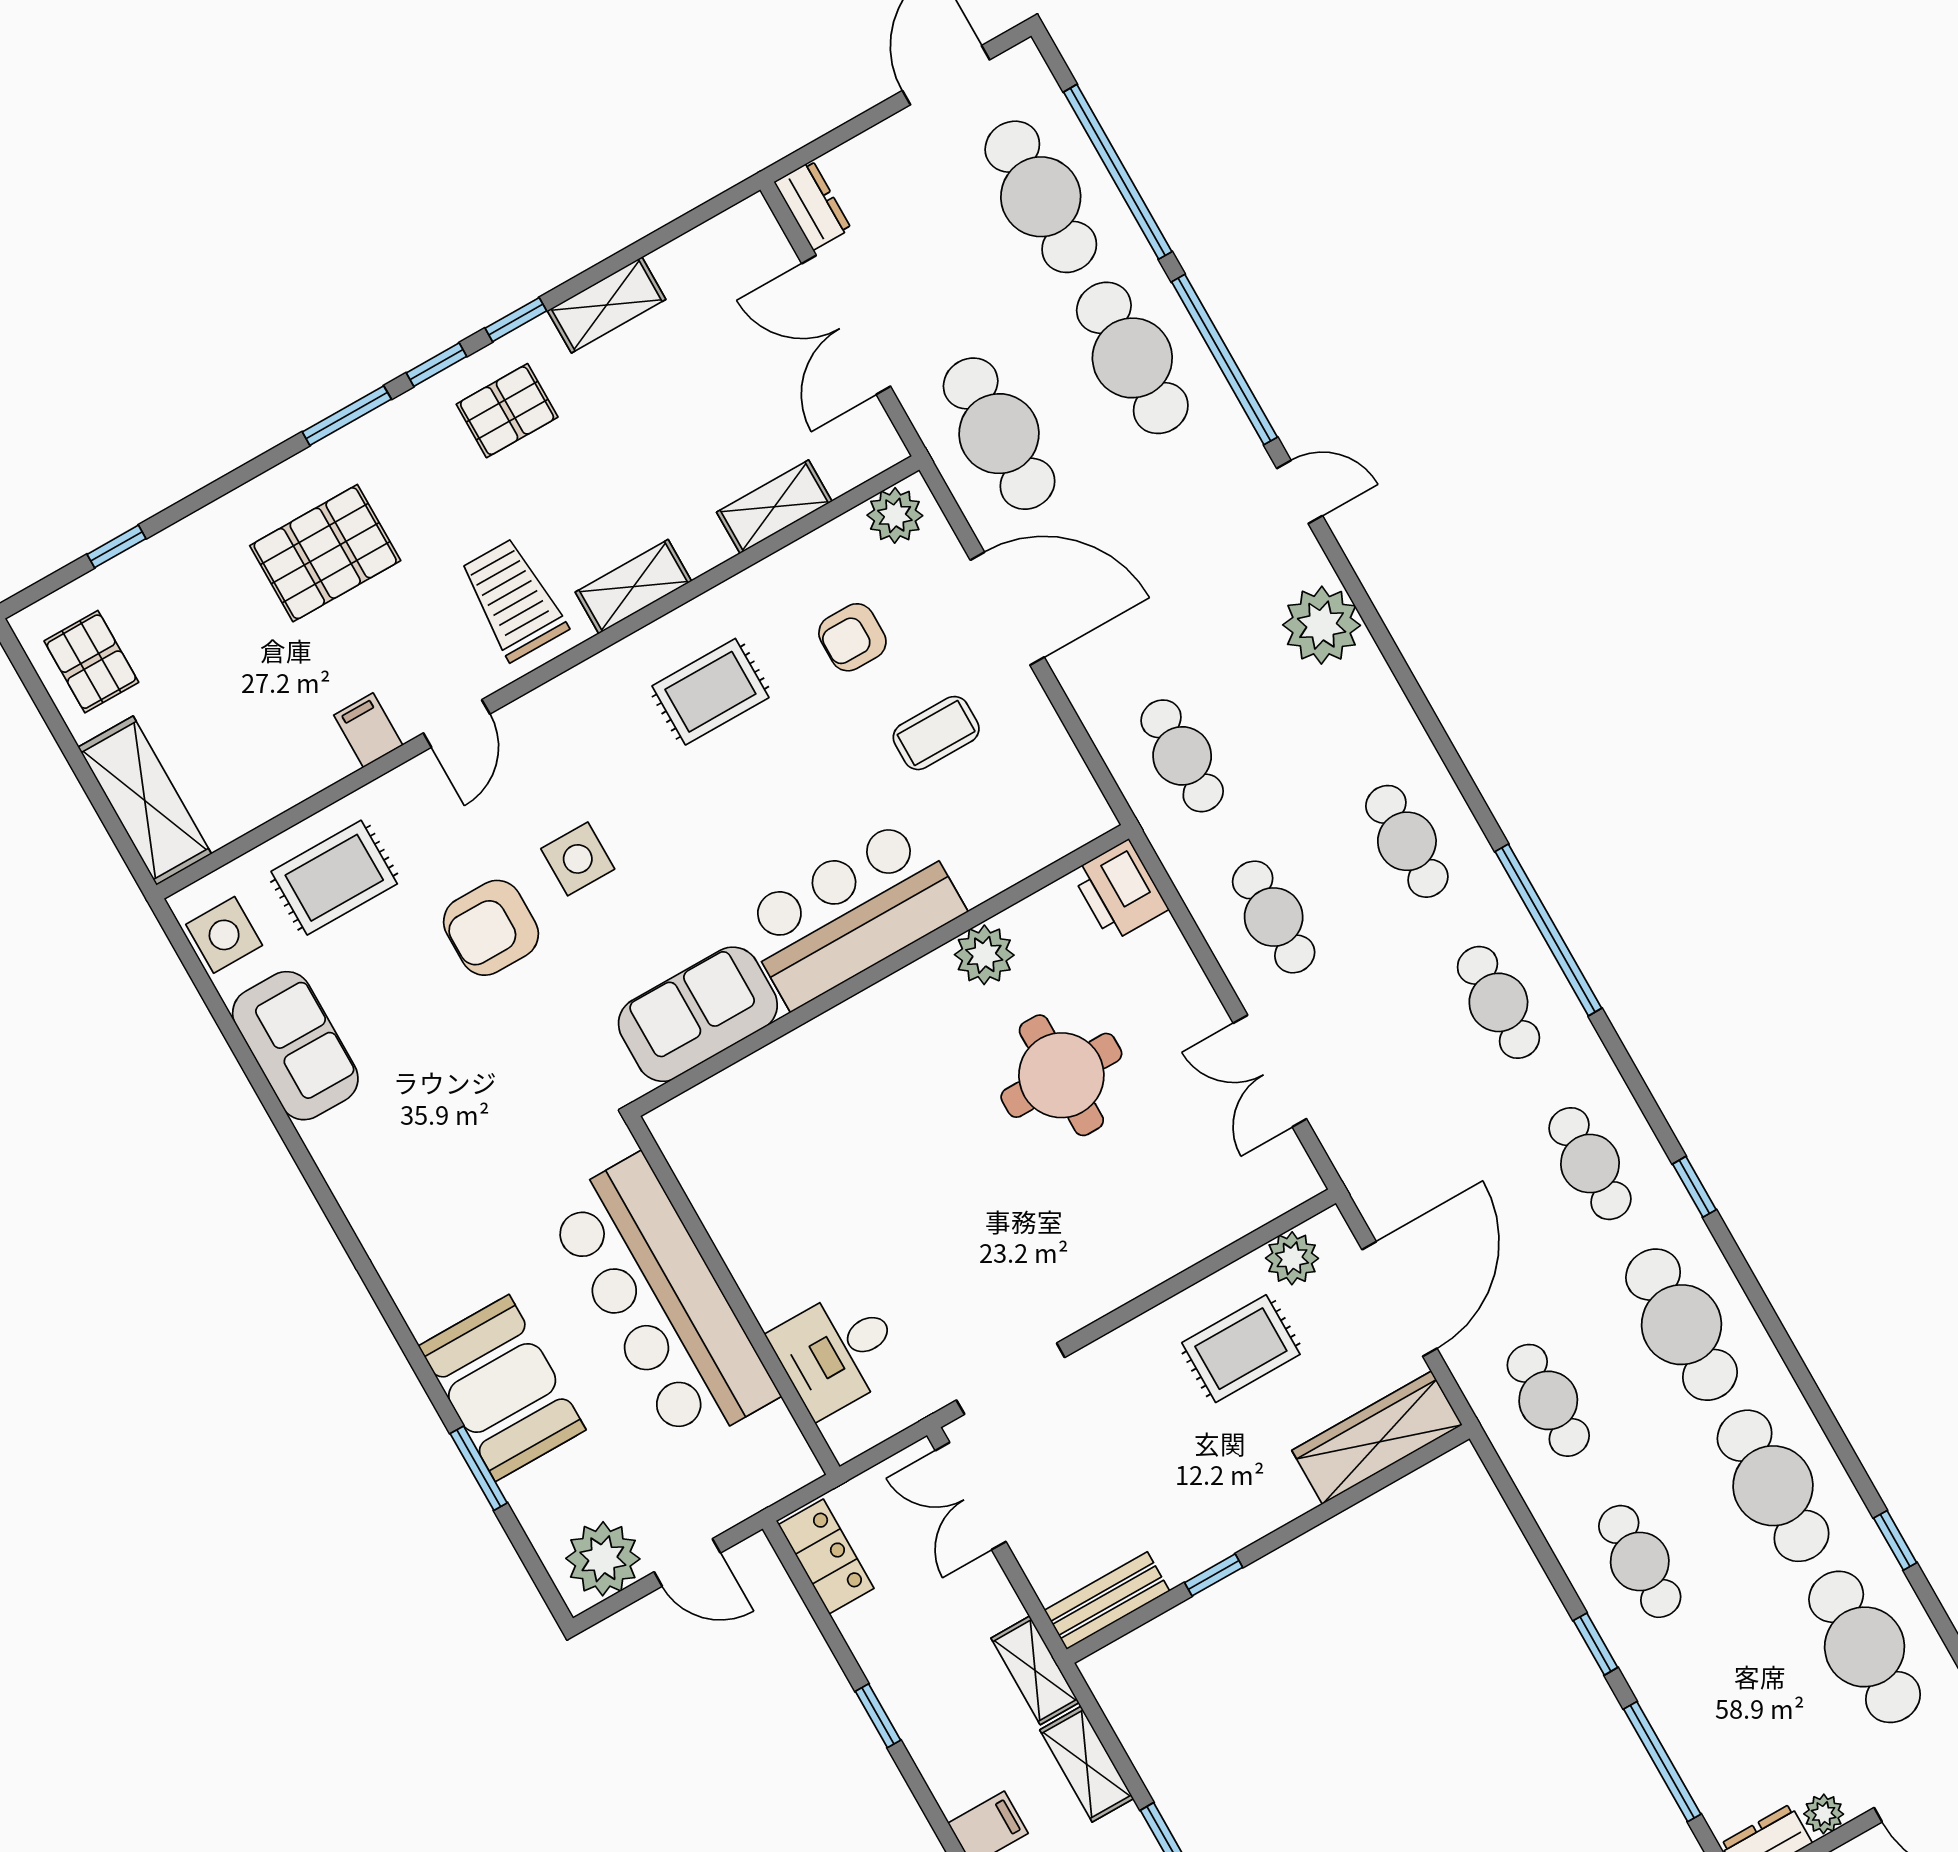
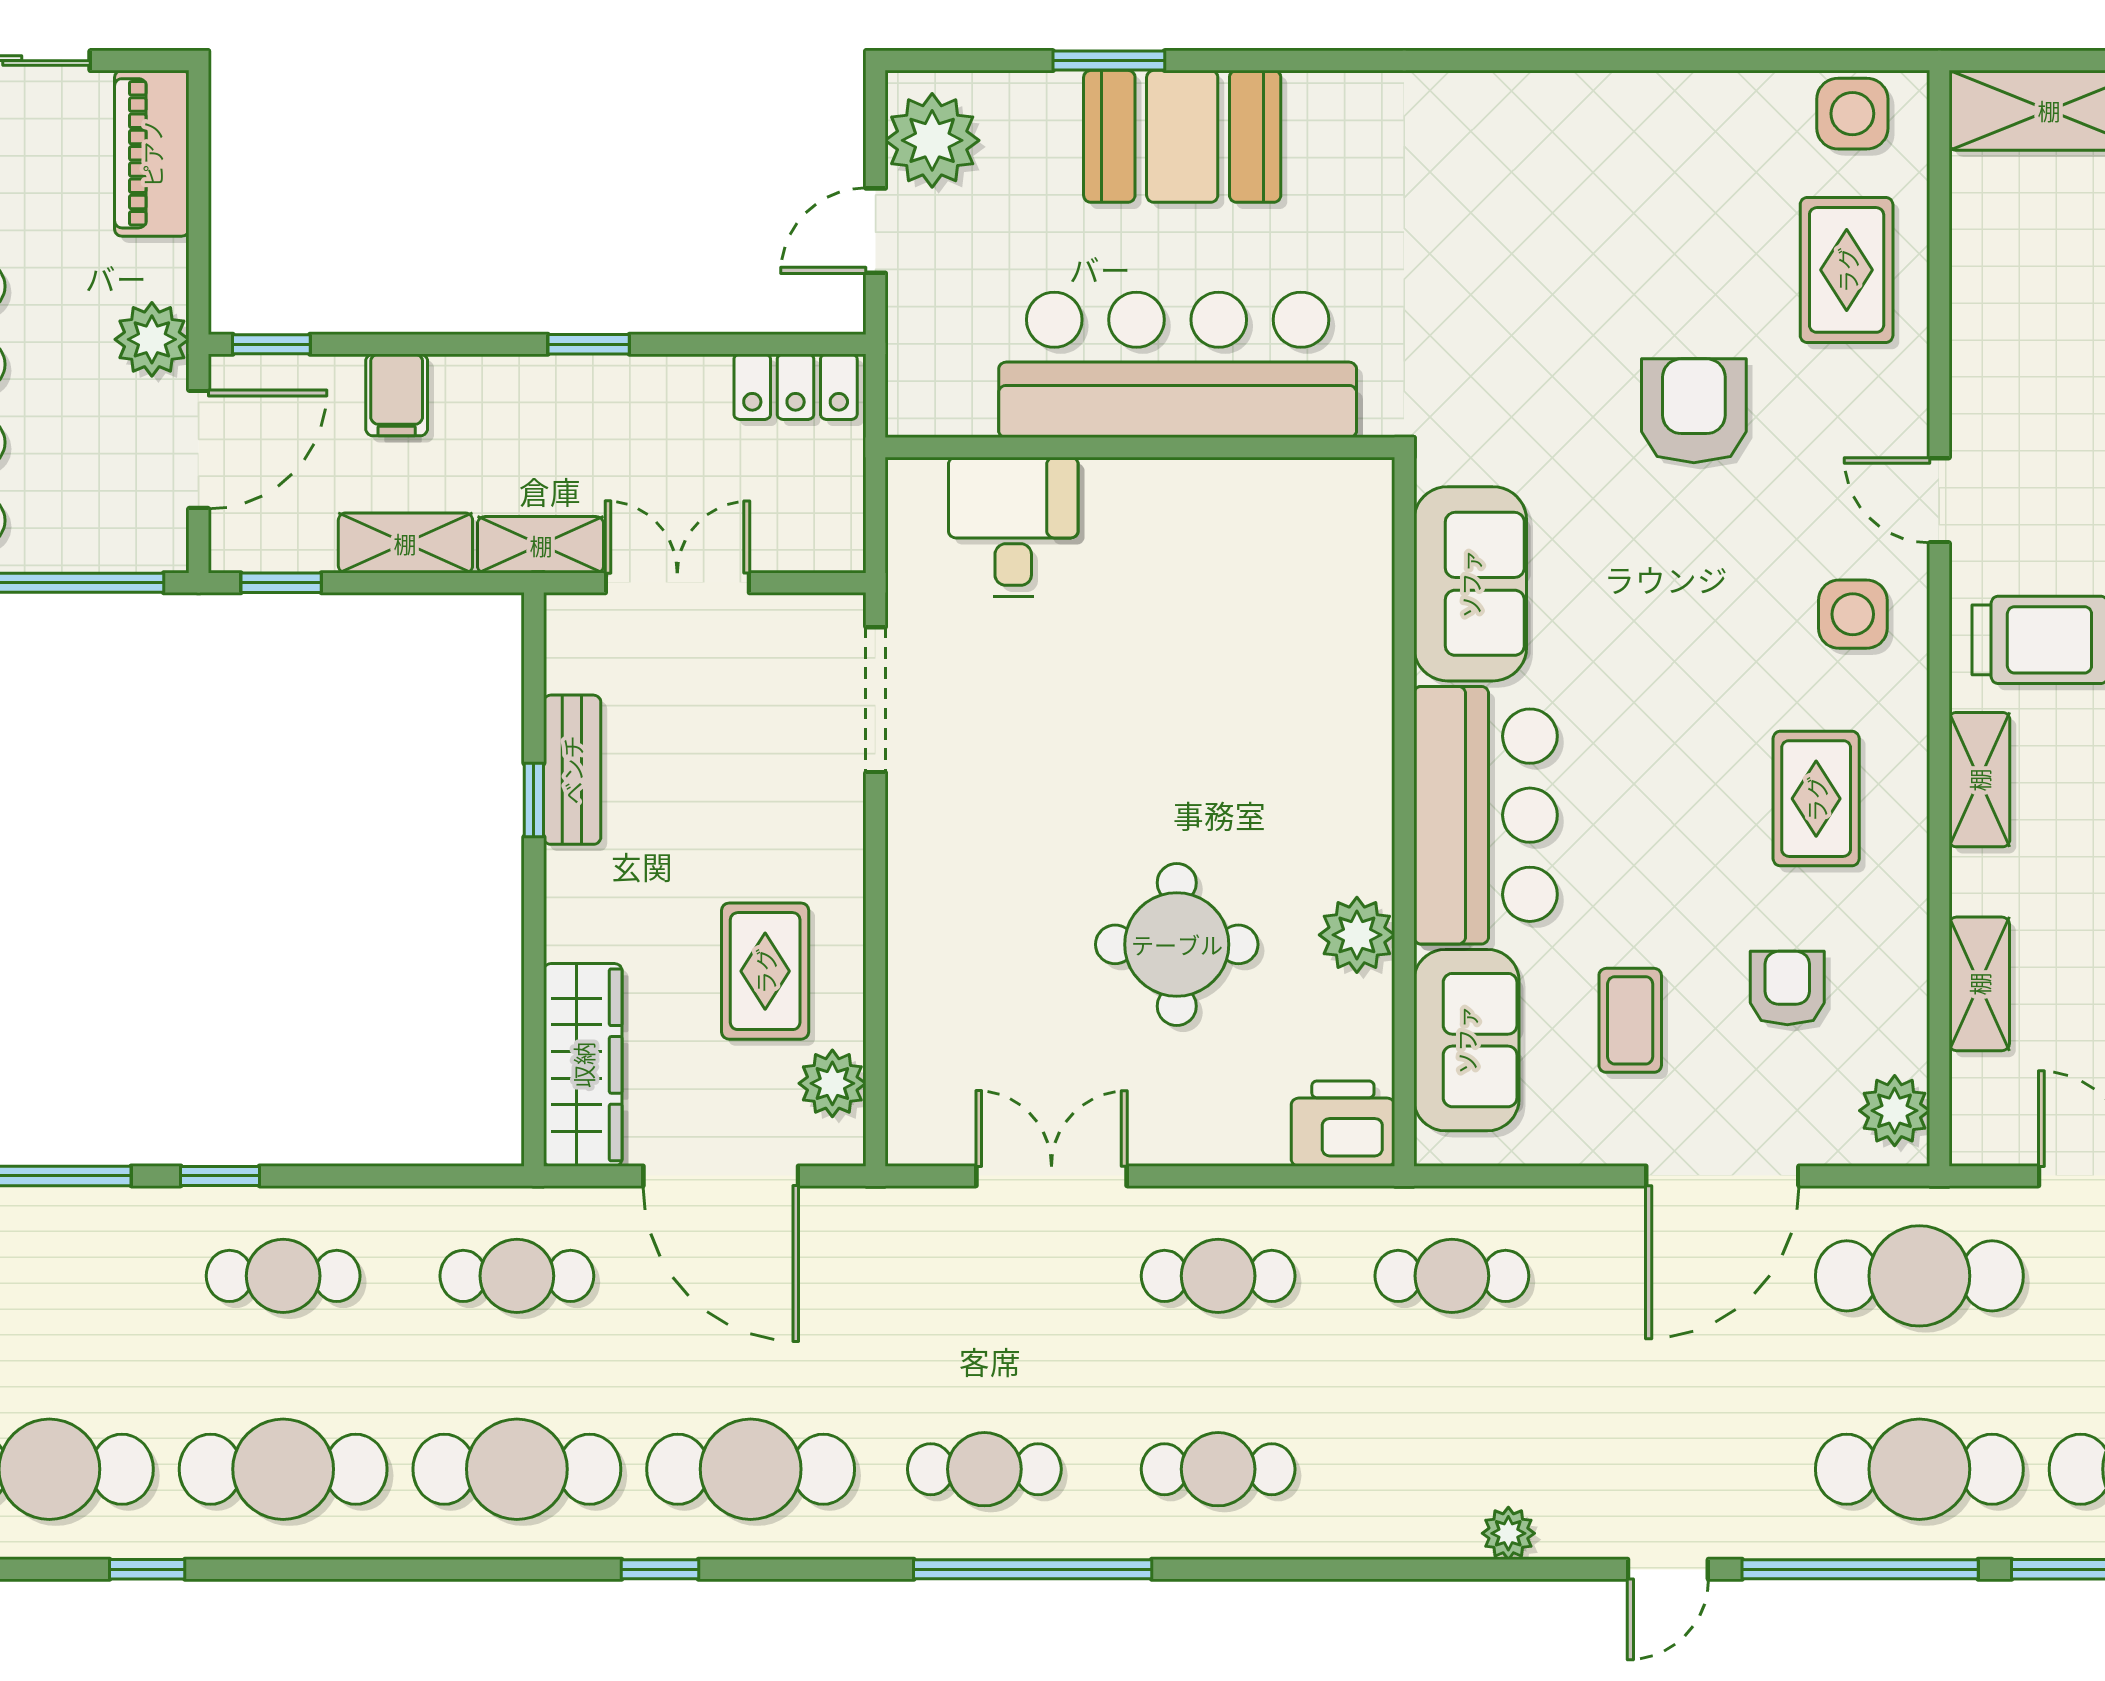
plant: (1322, 625) -> (1508, 1533), width x0.53, depth x0.53
filing cabinet: (368, 730) -> (1987, 399), removed
side table: (578, 859) -> (1853, 614), moved
sofa: (295, 1046) -> (1466, 1040), moved, turned -90
cafe table: (1590, 1164) -> (751, 1469), width x1.37, depth x1.35
double door: (971, 1496) -> (677, 583), moved
bench: (1107, 1601) -> (572, 770), moved

